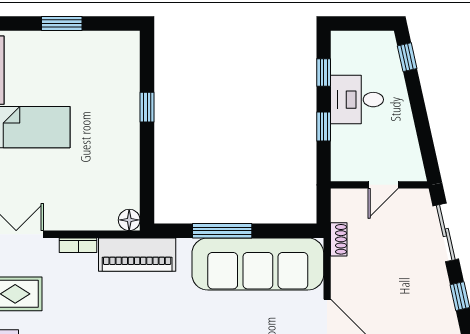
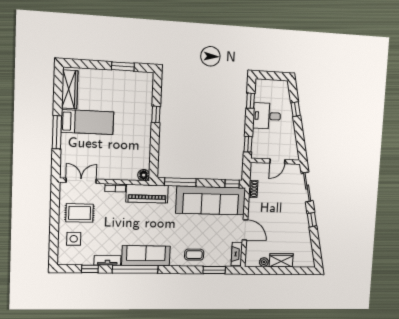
window: (62, 24) -> (123, 66), moved
window: (407, 57) -> (296, 109), moved
window: (324, 126) -> (248, 144), moved
window: (222, 231) -> (180, 182), moved
window: (297, 231) -> (232, 184), added

